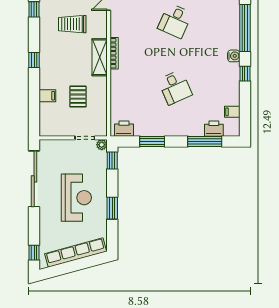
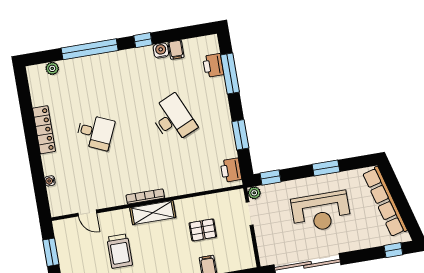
water cooler: (234, 56) -> (161, 51), moved
desk: (175, 87) -> (173, 119), width x1.37
filing cabinet: (232, 112) -> (176, 50), moved
reception desk: (76, 198) -> (321, 212), turned 180

